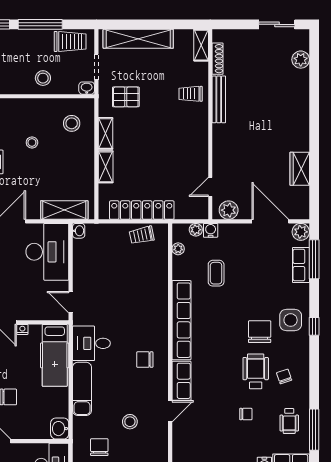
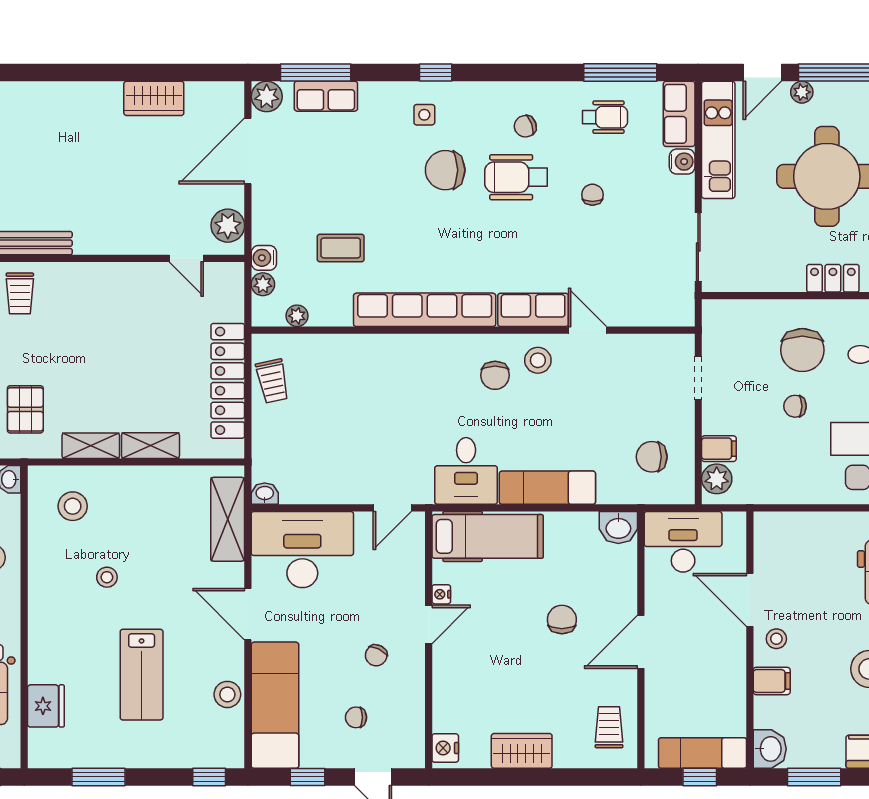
side table: (291, 320) -> (424, 115), width x0.54, depth x0.54
stool: (130, 422) -> (538, 360), moved

